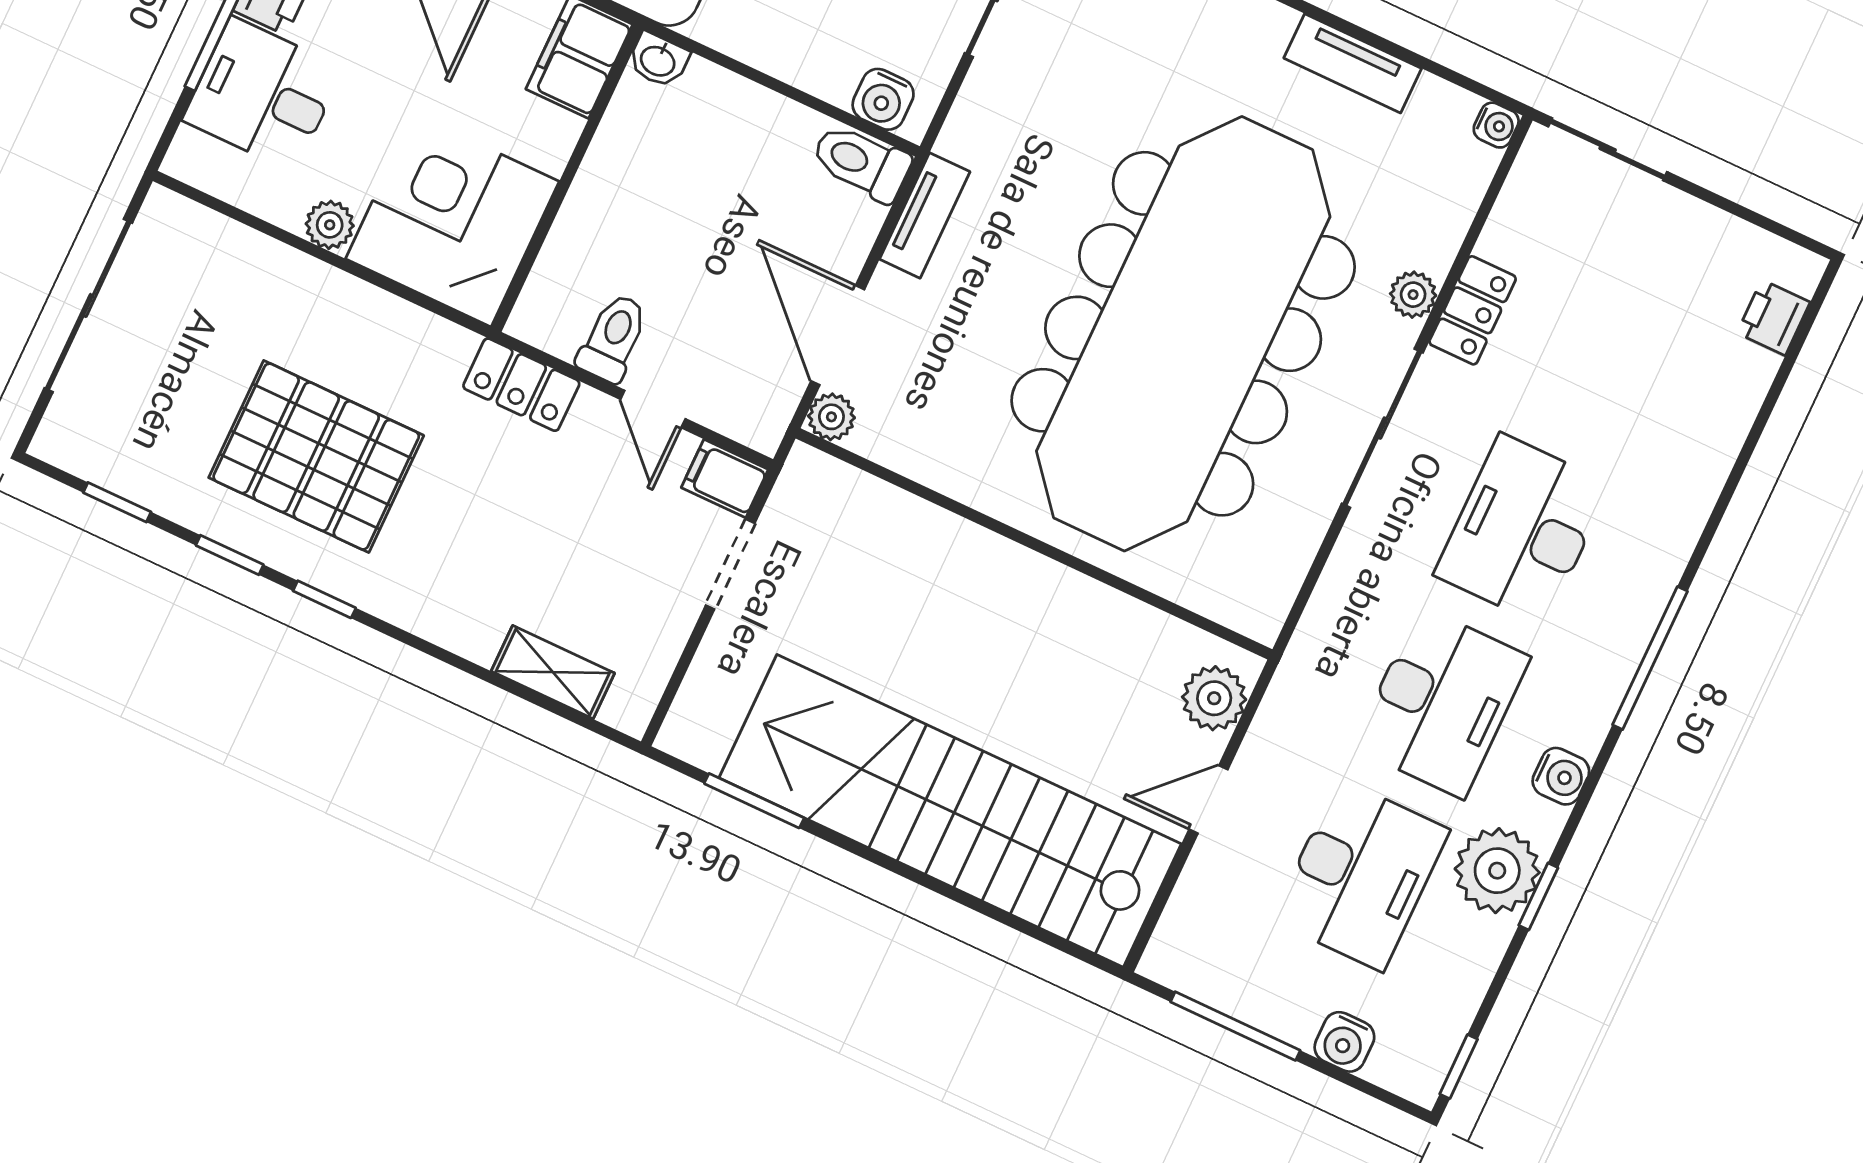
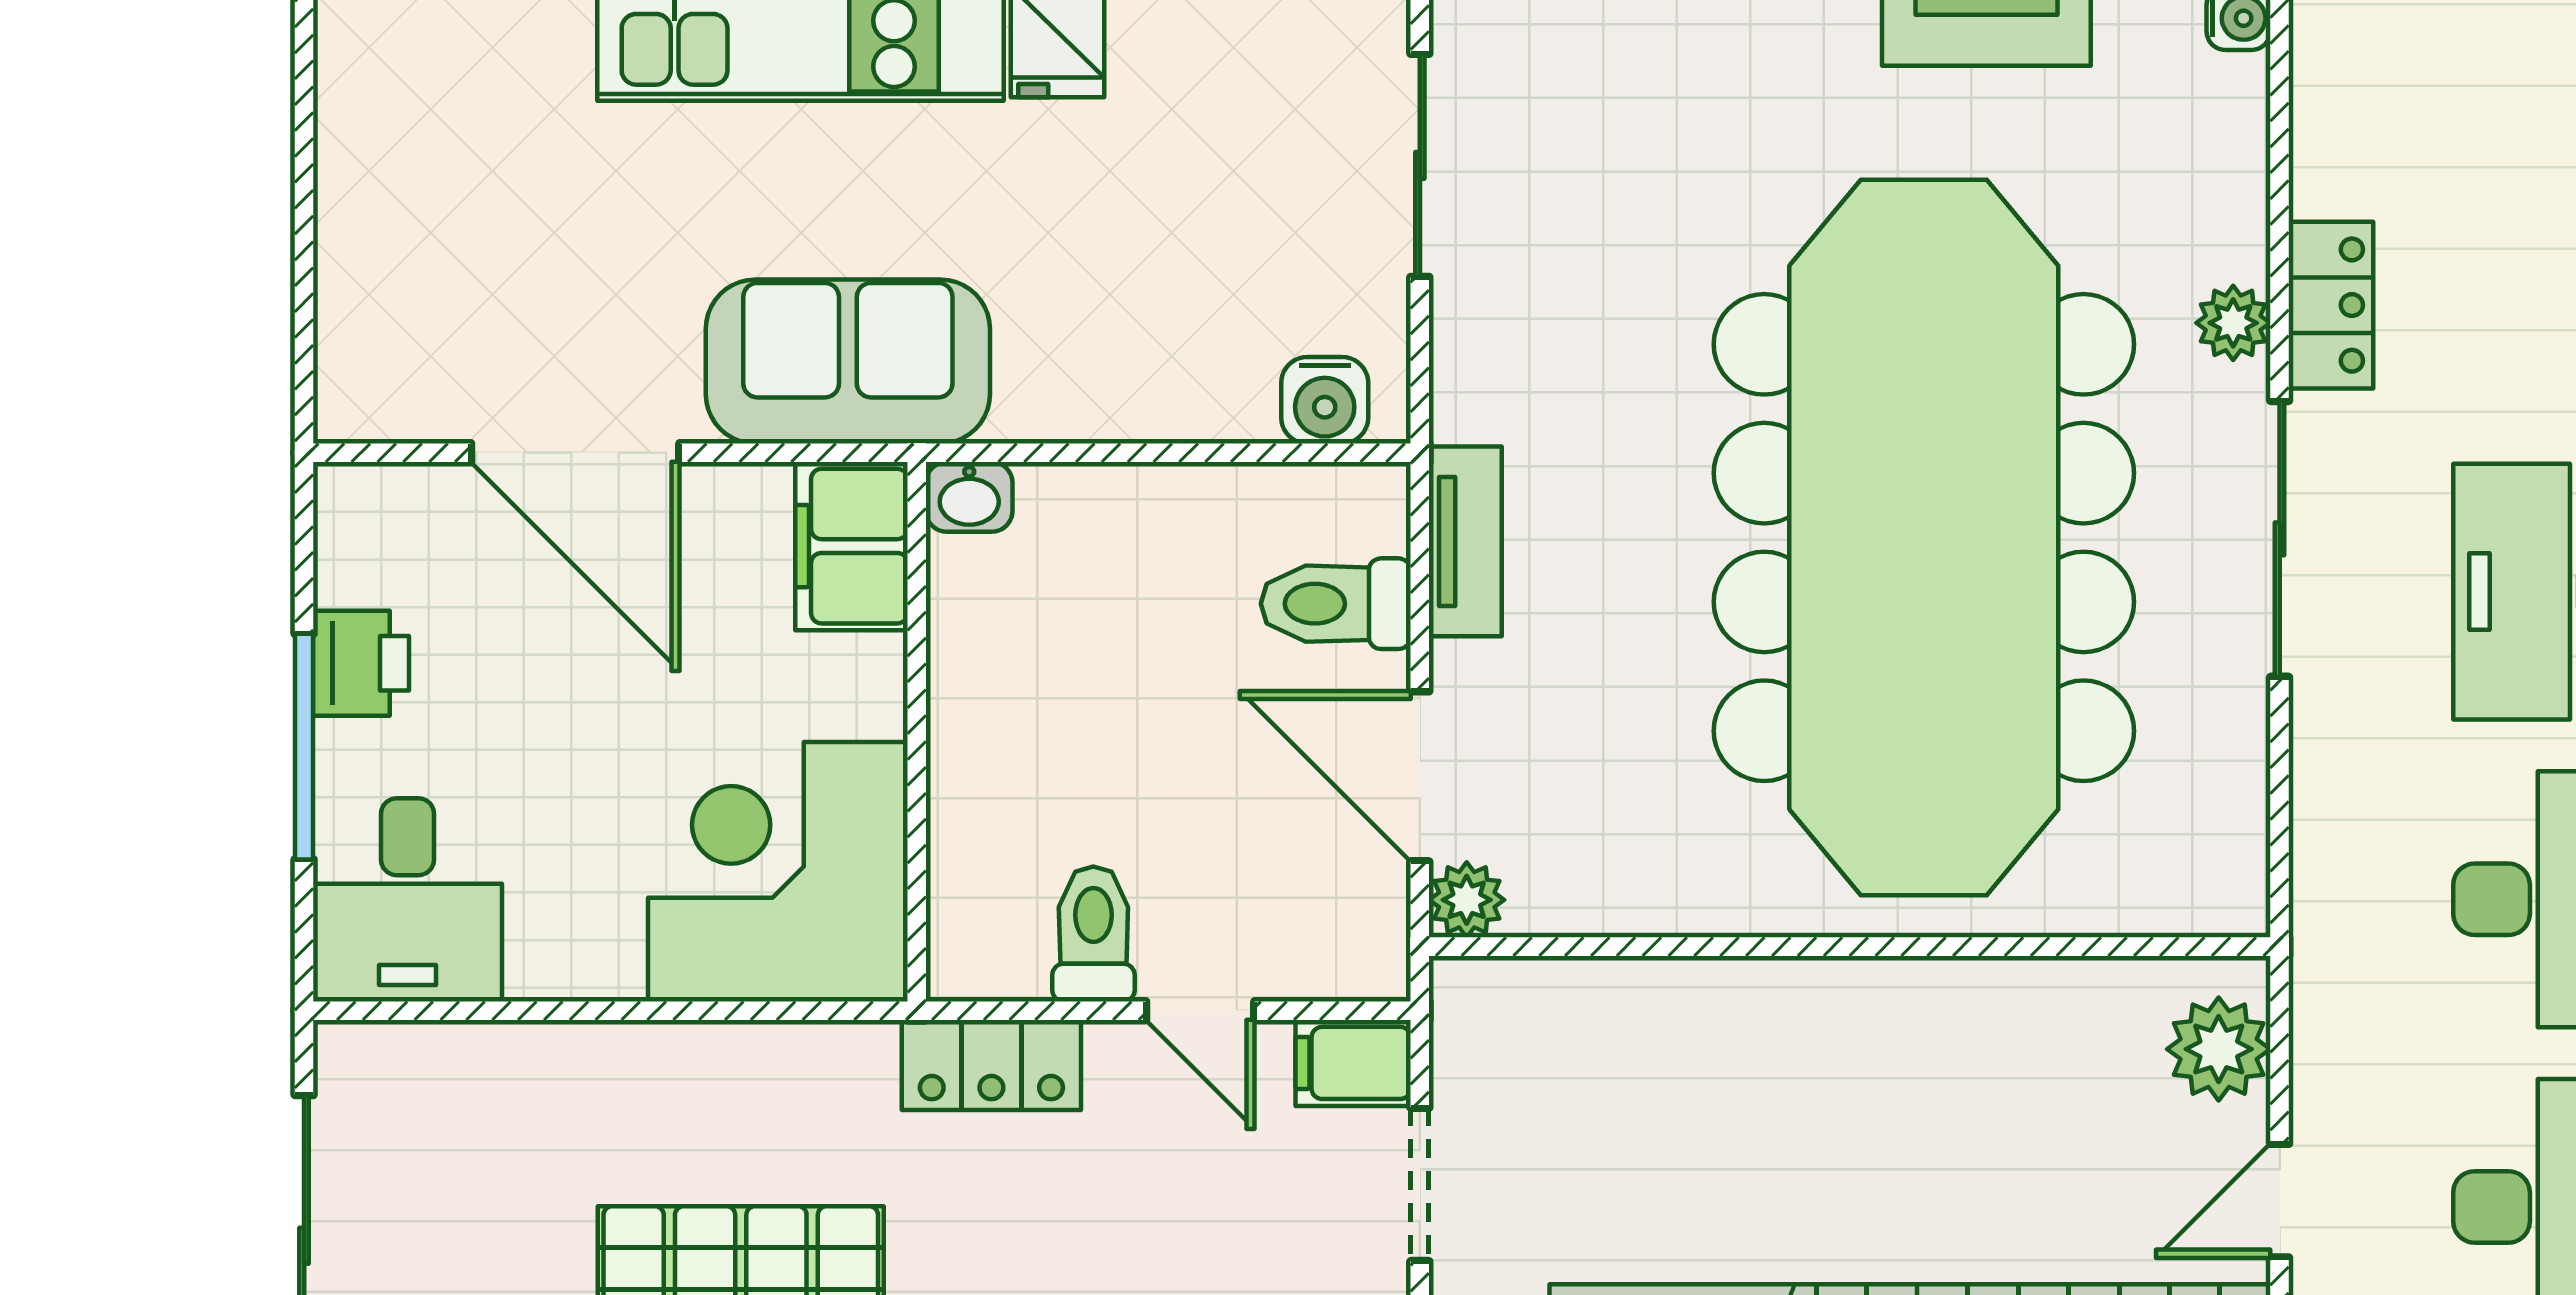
desk: (263, 94) -> (408, 900), moved, turned -90
toilet: (861, 162) -> (1336, 604), moved
plant: (330, 225) -> (602, 963), removed

